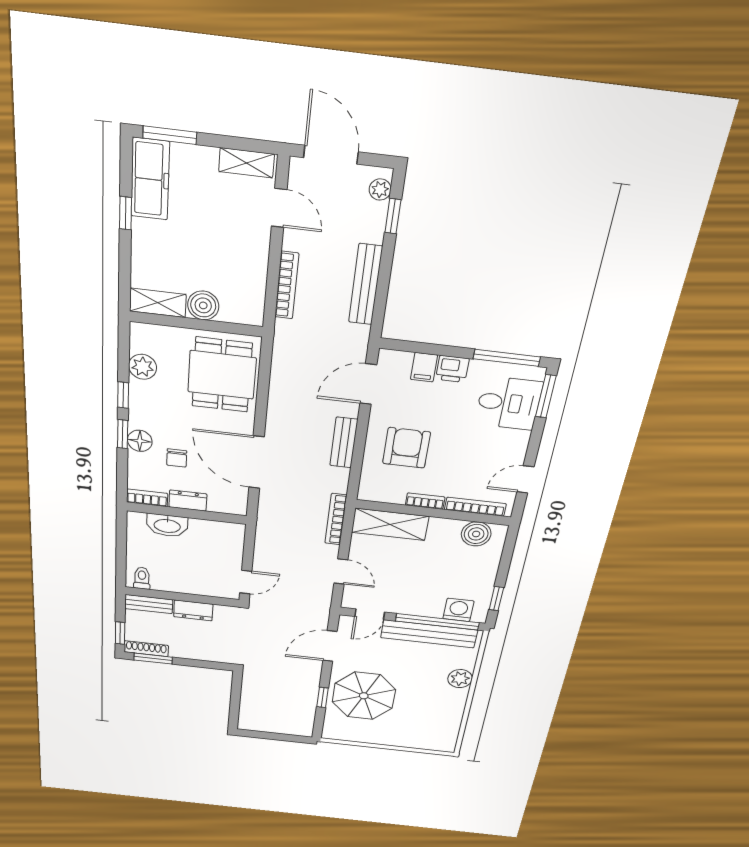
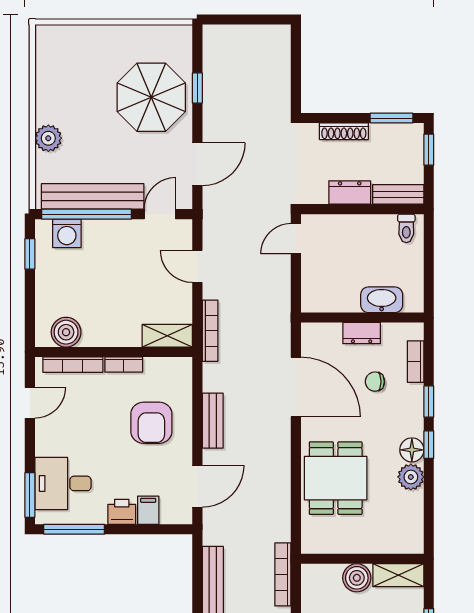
shelving: (158, 303) -> (398, 575), moved
boiler: (203, 305) -> (357, 578), moved
wall: (196, 324) -> (362, 559), moved
floor lamp: (140, 441) -> (412, 450), moved
chair: (177, 458) -> (375, 382), turned -90
bookcase: (147, 498) -> (416, 362), moved, turned 90
shelving: (390, 524) -> (167, 336), width x0.67, depth x0.75
shoe rack: (146, 649) -> (344, 131), moved

